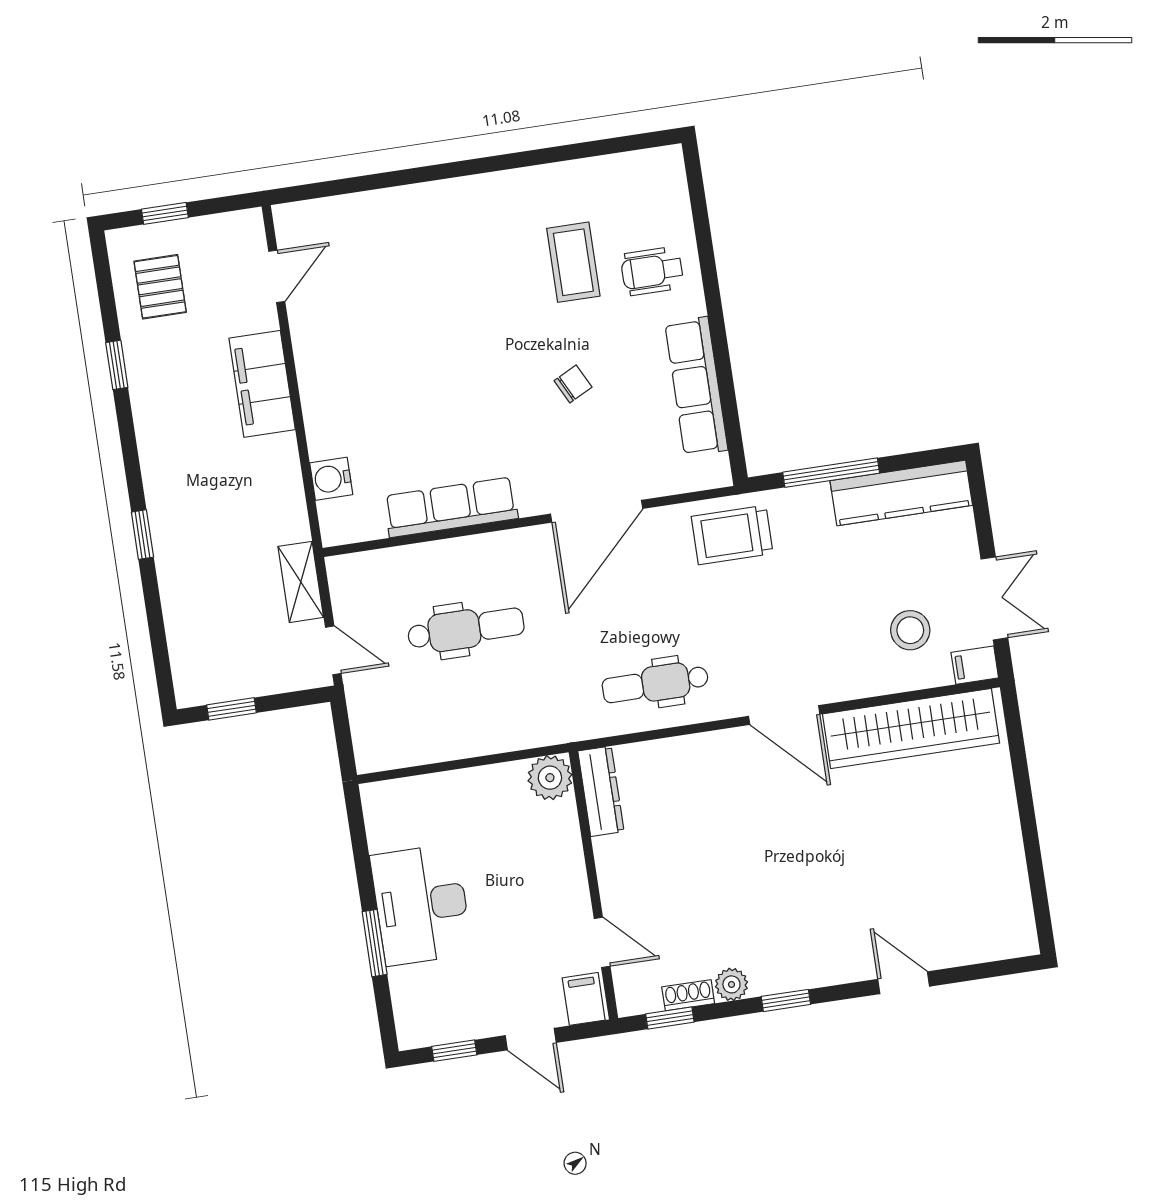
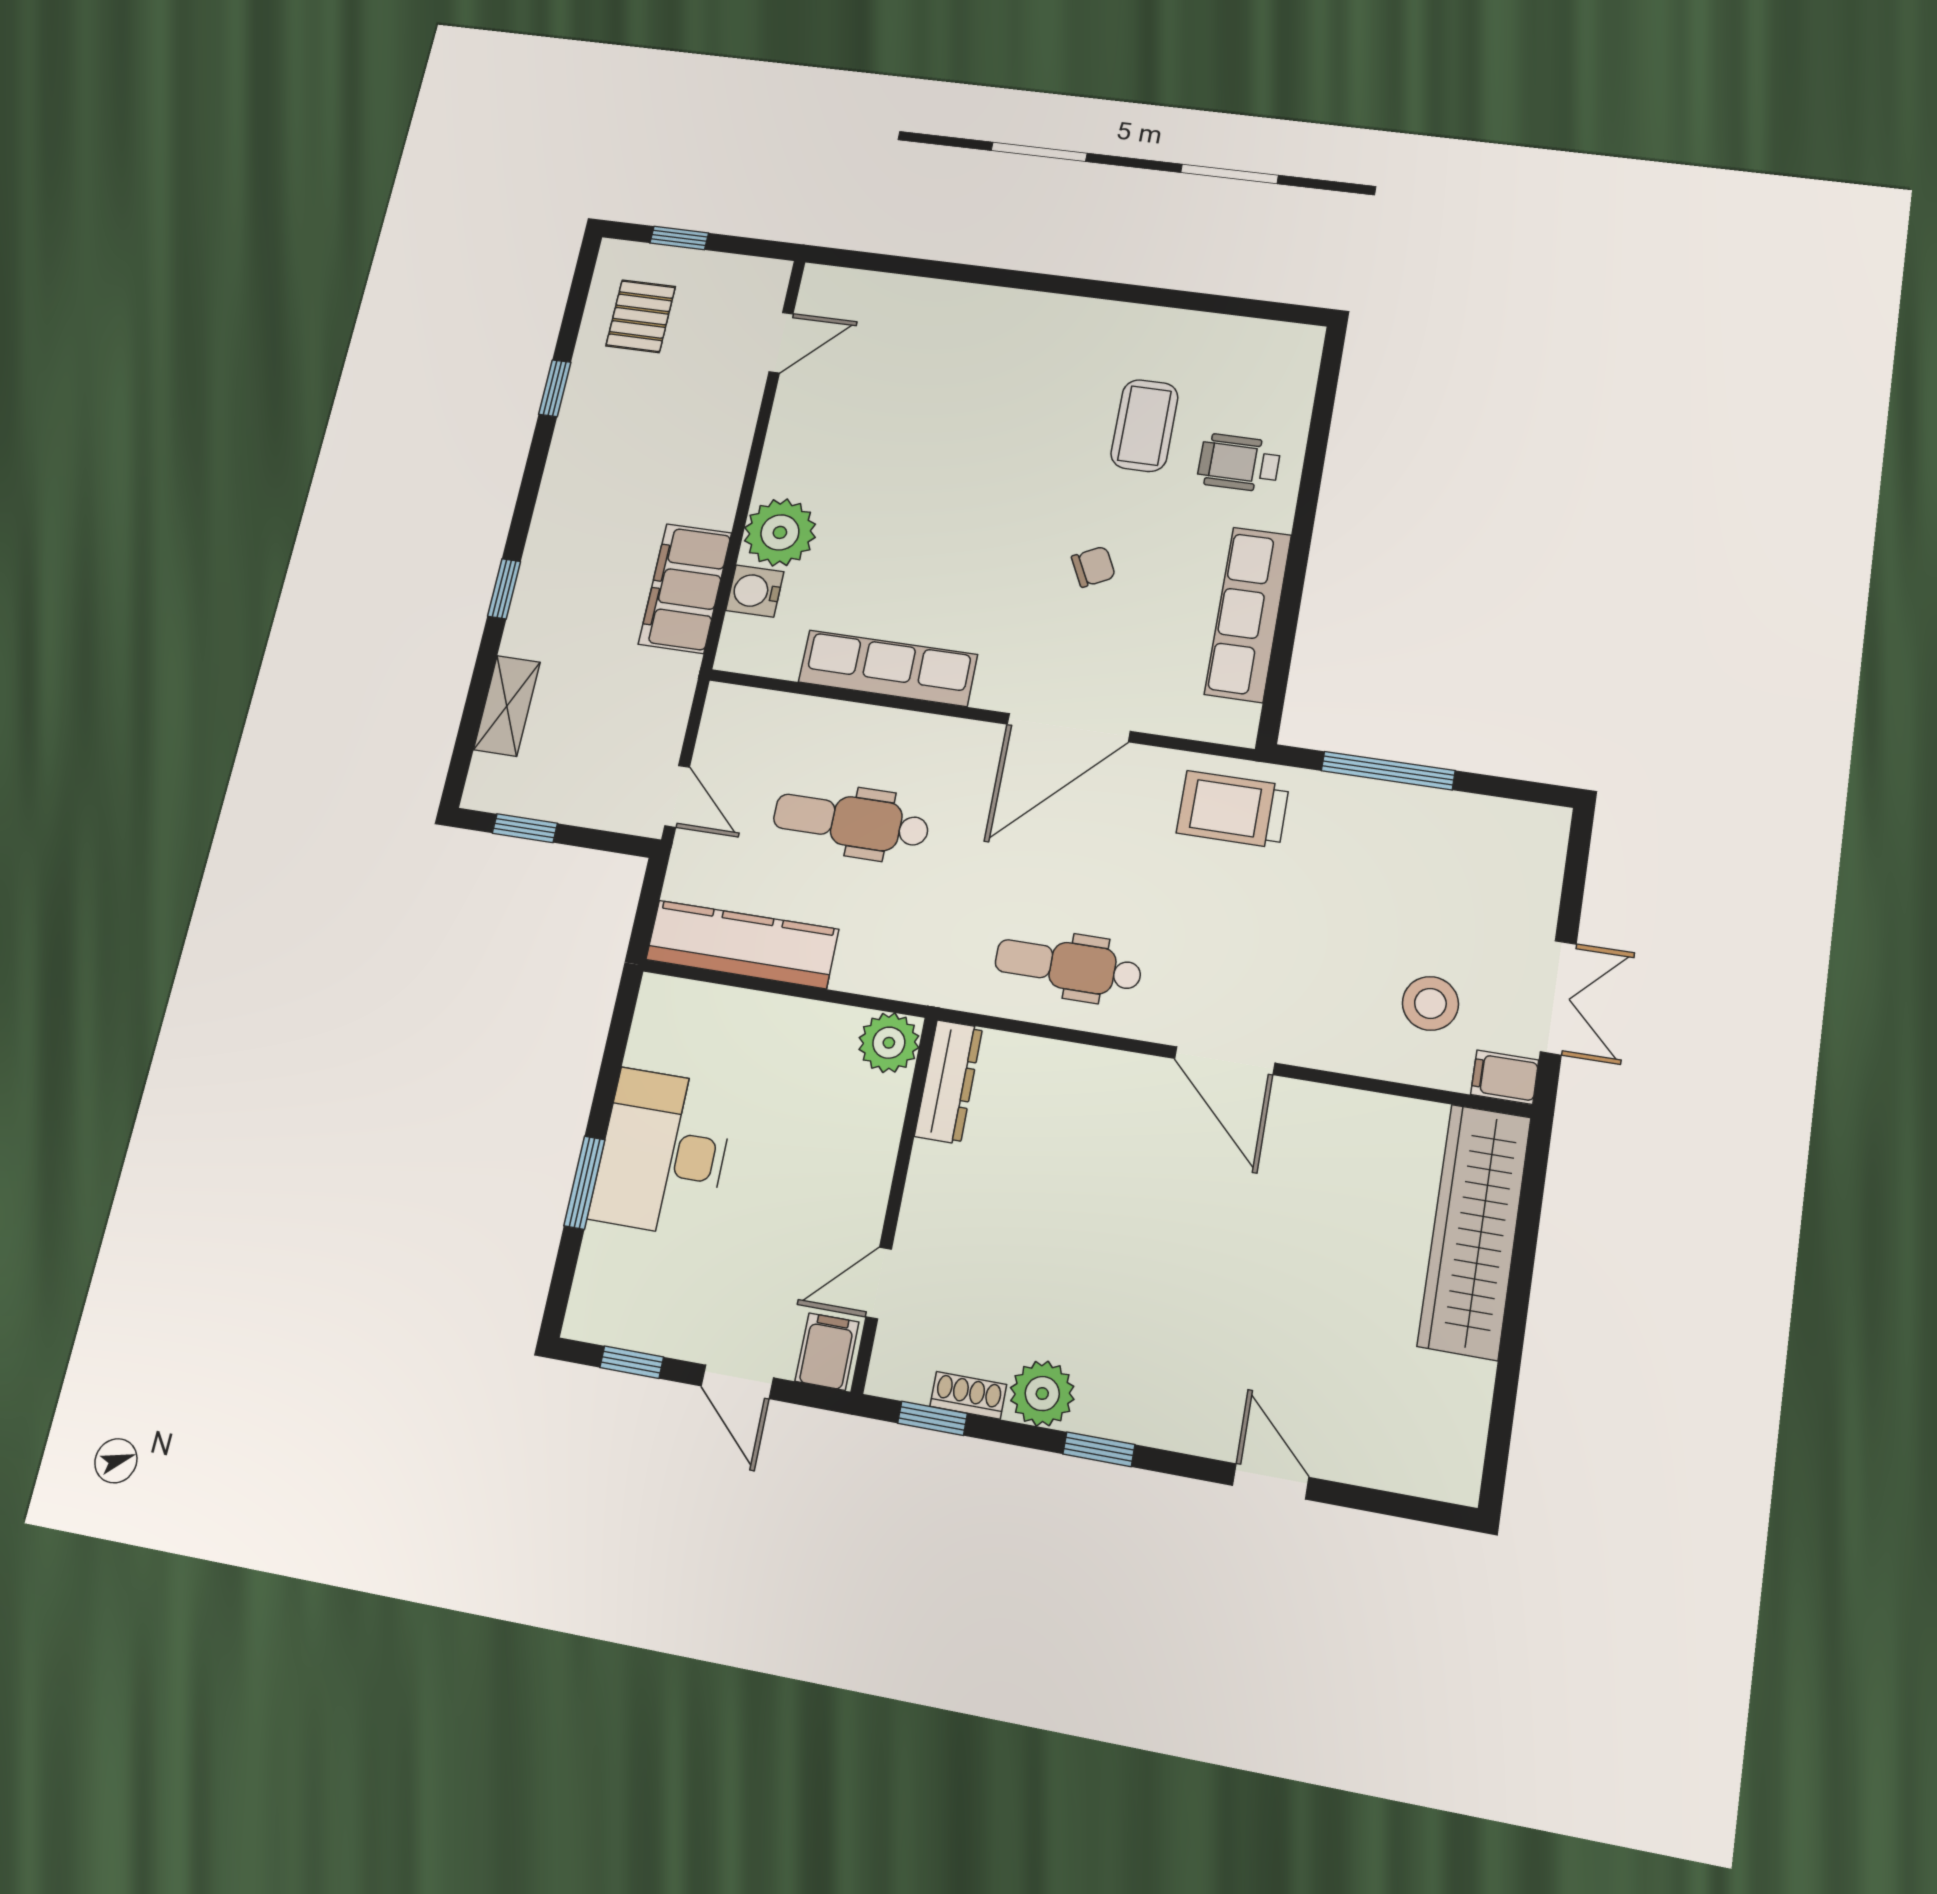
filing cabinet: (262, 384) -> (685, 588), moved
plant: (333, 428) -> (780, 532), added
kitchen counter: (901, 493) -> (742, 944), moved, turned 180
shelving: (301, 582) -> (507, 706), moved
dental chair: (466, 629) -> (851, 821), turned 180
wardrobe: (911, 729) -> (1474, 1231), moved, turned 90
door: (602, 942) -> (879, 1283), swing flipped
plant: (731, 984) -> (1042, 1394), width x1.38, depth x1.38

